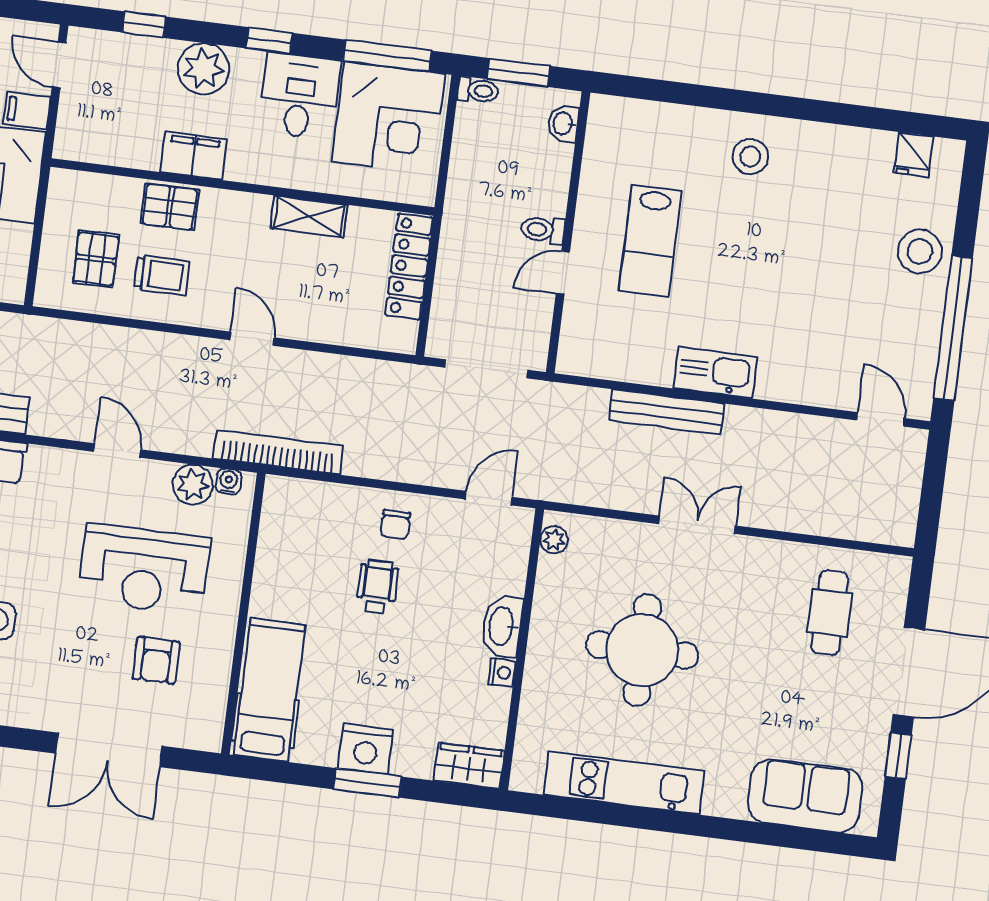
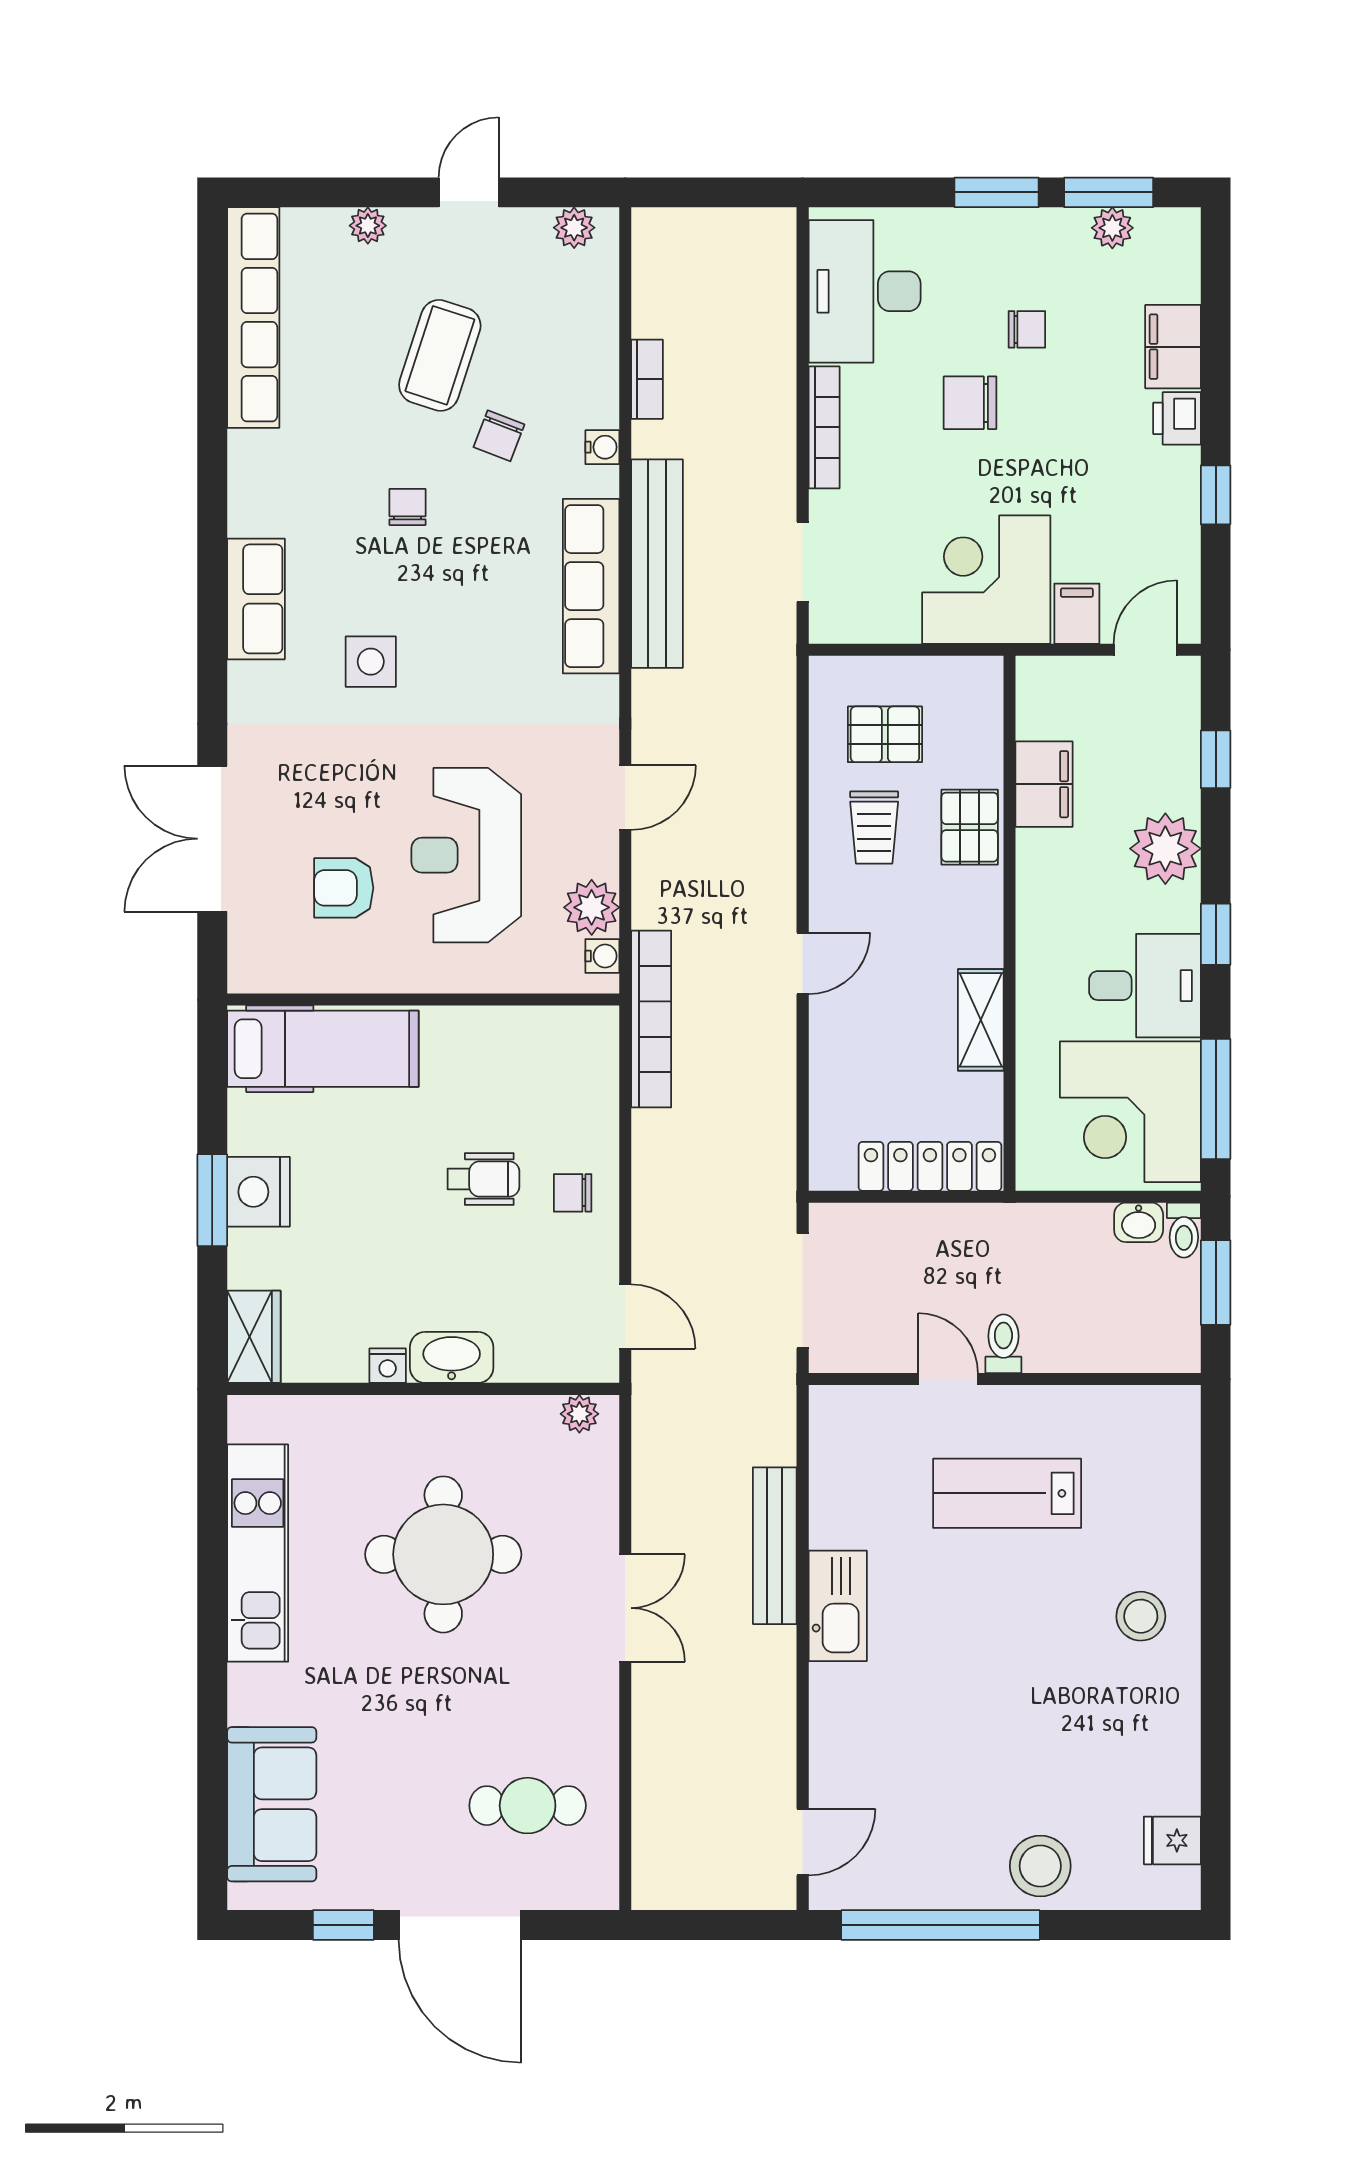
washbasin: (563, 124) -> (1139, 1222), moved, turned 180
filing cabinet: (194, 156) -> (1044, 784), moved

